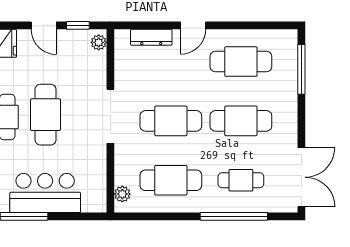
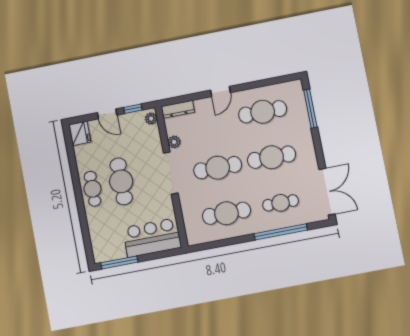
dresser: (151, 37) -> (178, 109), moved
bar counter: (45, 193) -> (152, 238), moved
plant: (122, 194) -> (174, 142), moved

